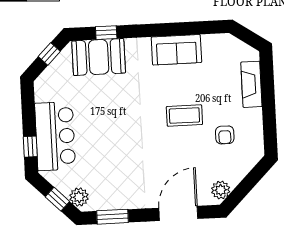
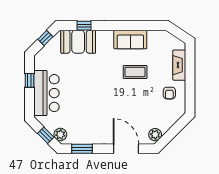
coffee table: (184, 115) -> (135, 72), moved
armchair: (225, 135) -> (169, 93), moved
window: (30, 147) -> (29, 80), moved
door: (178, 213) -> (126, 149), hinge flipped

